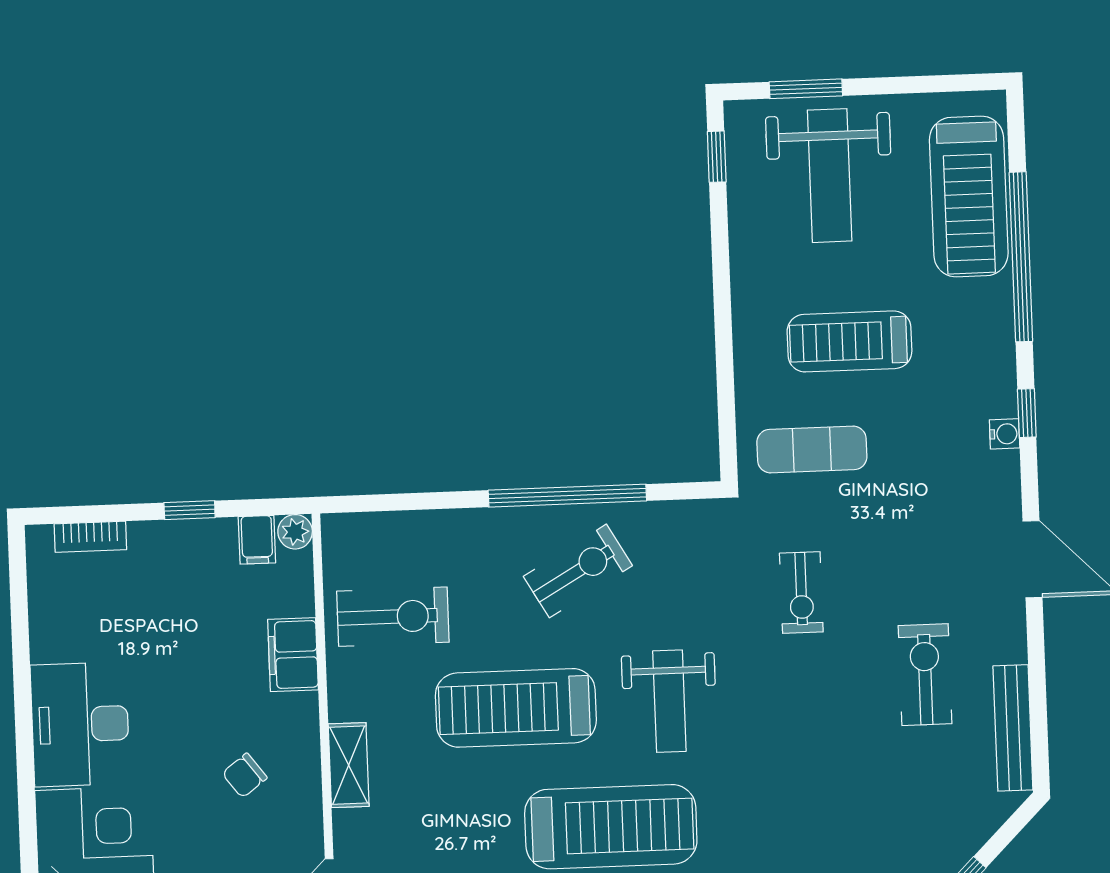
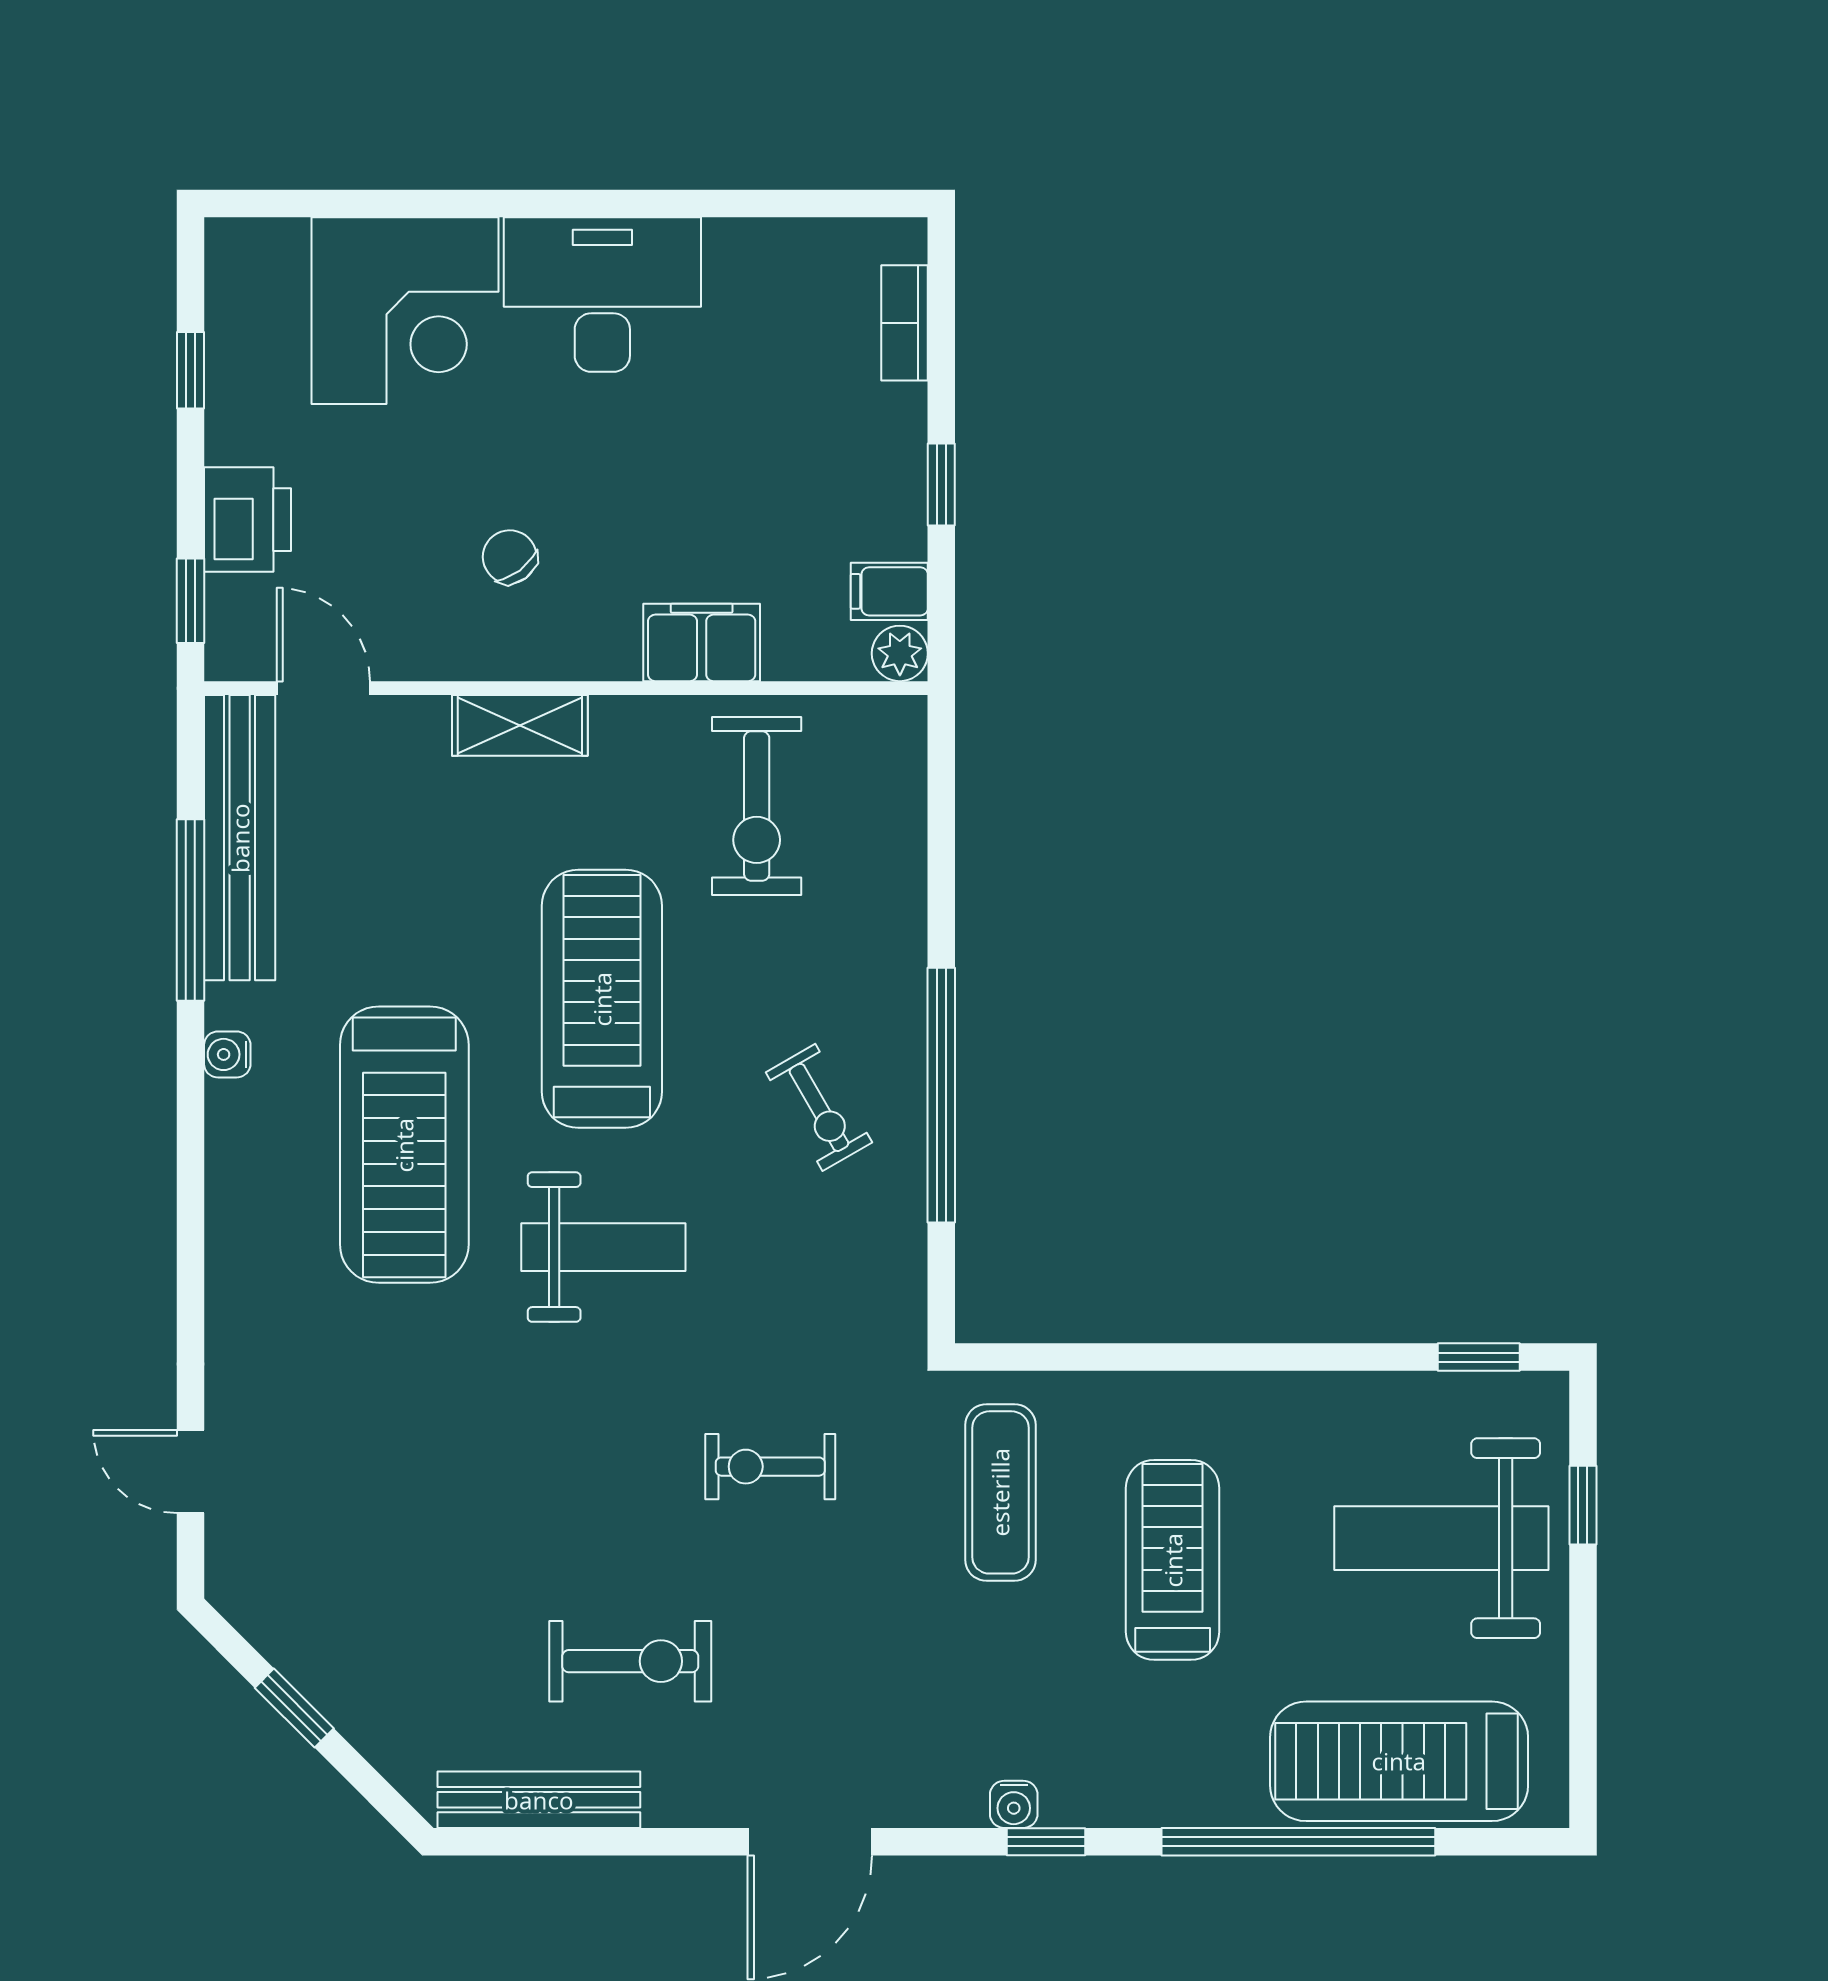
window: (806, 89) -> (1583, 1505), width x0.67
exercise bike: (578, 571) -> (819, 1107), width x0.73, depth x0.72
weight bench: (669, 701) -> (603, 1247), turned 180

